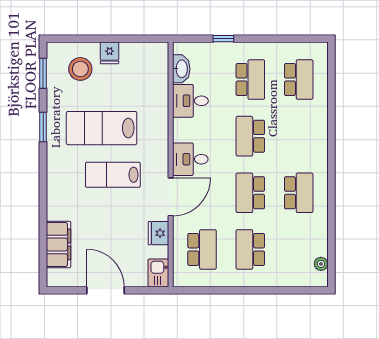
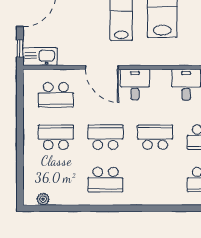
fridge: (158, 233) -> (70, 57), removed
kitchen sink: (158, 273) -> (40, 57), width x1.38
window: (149, 290) -> (20, 48), added

